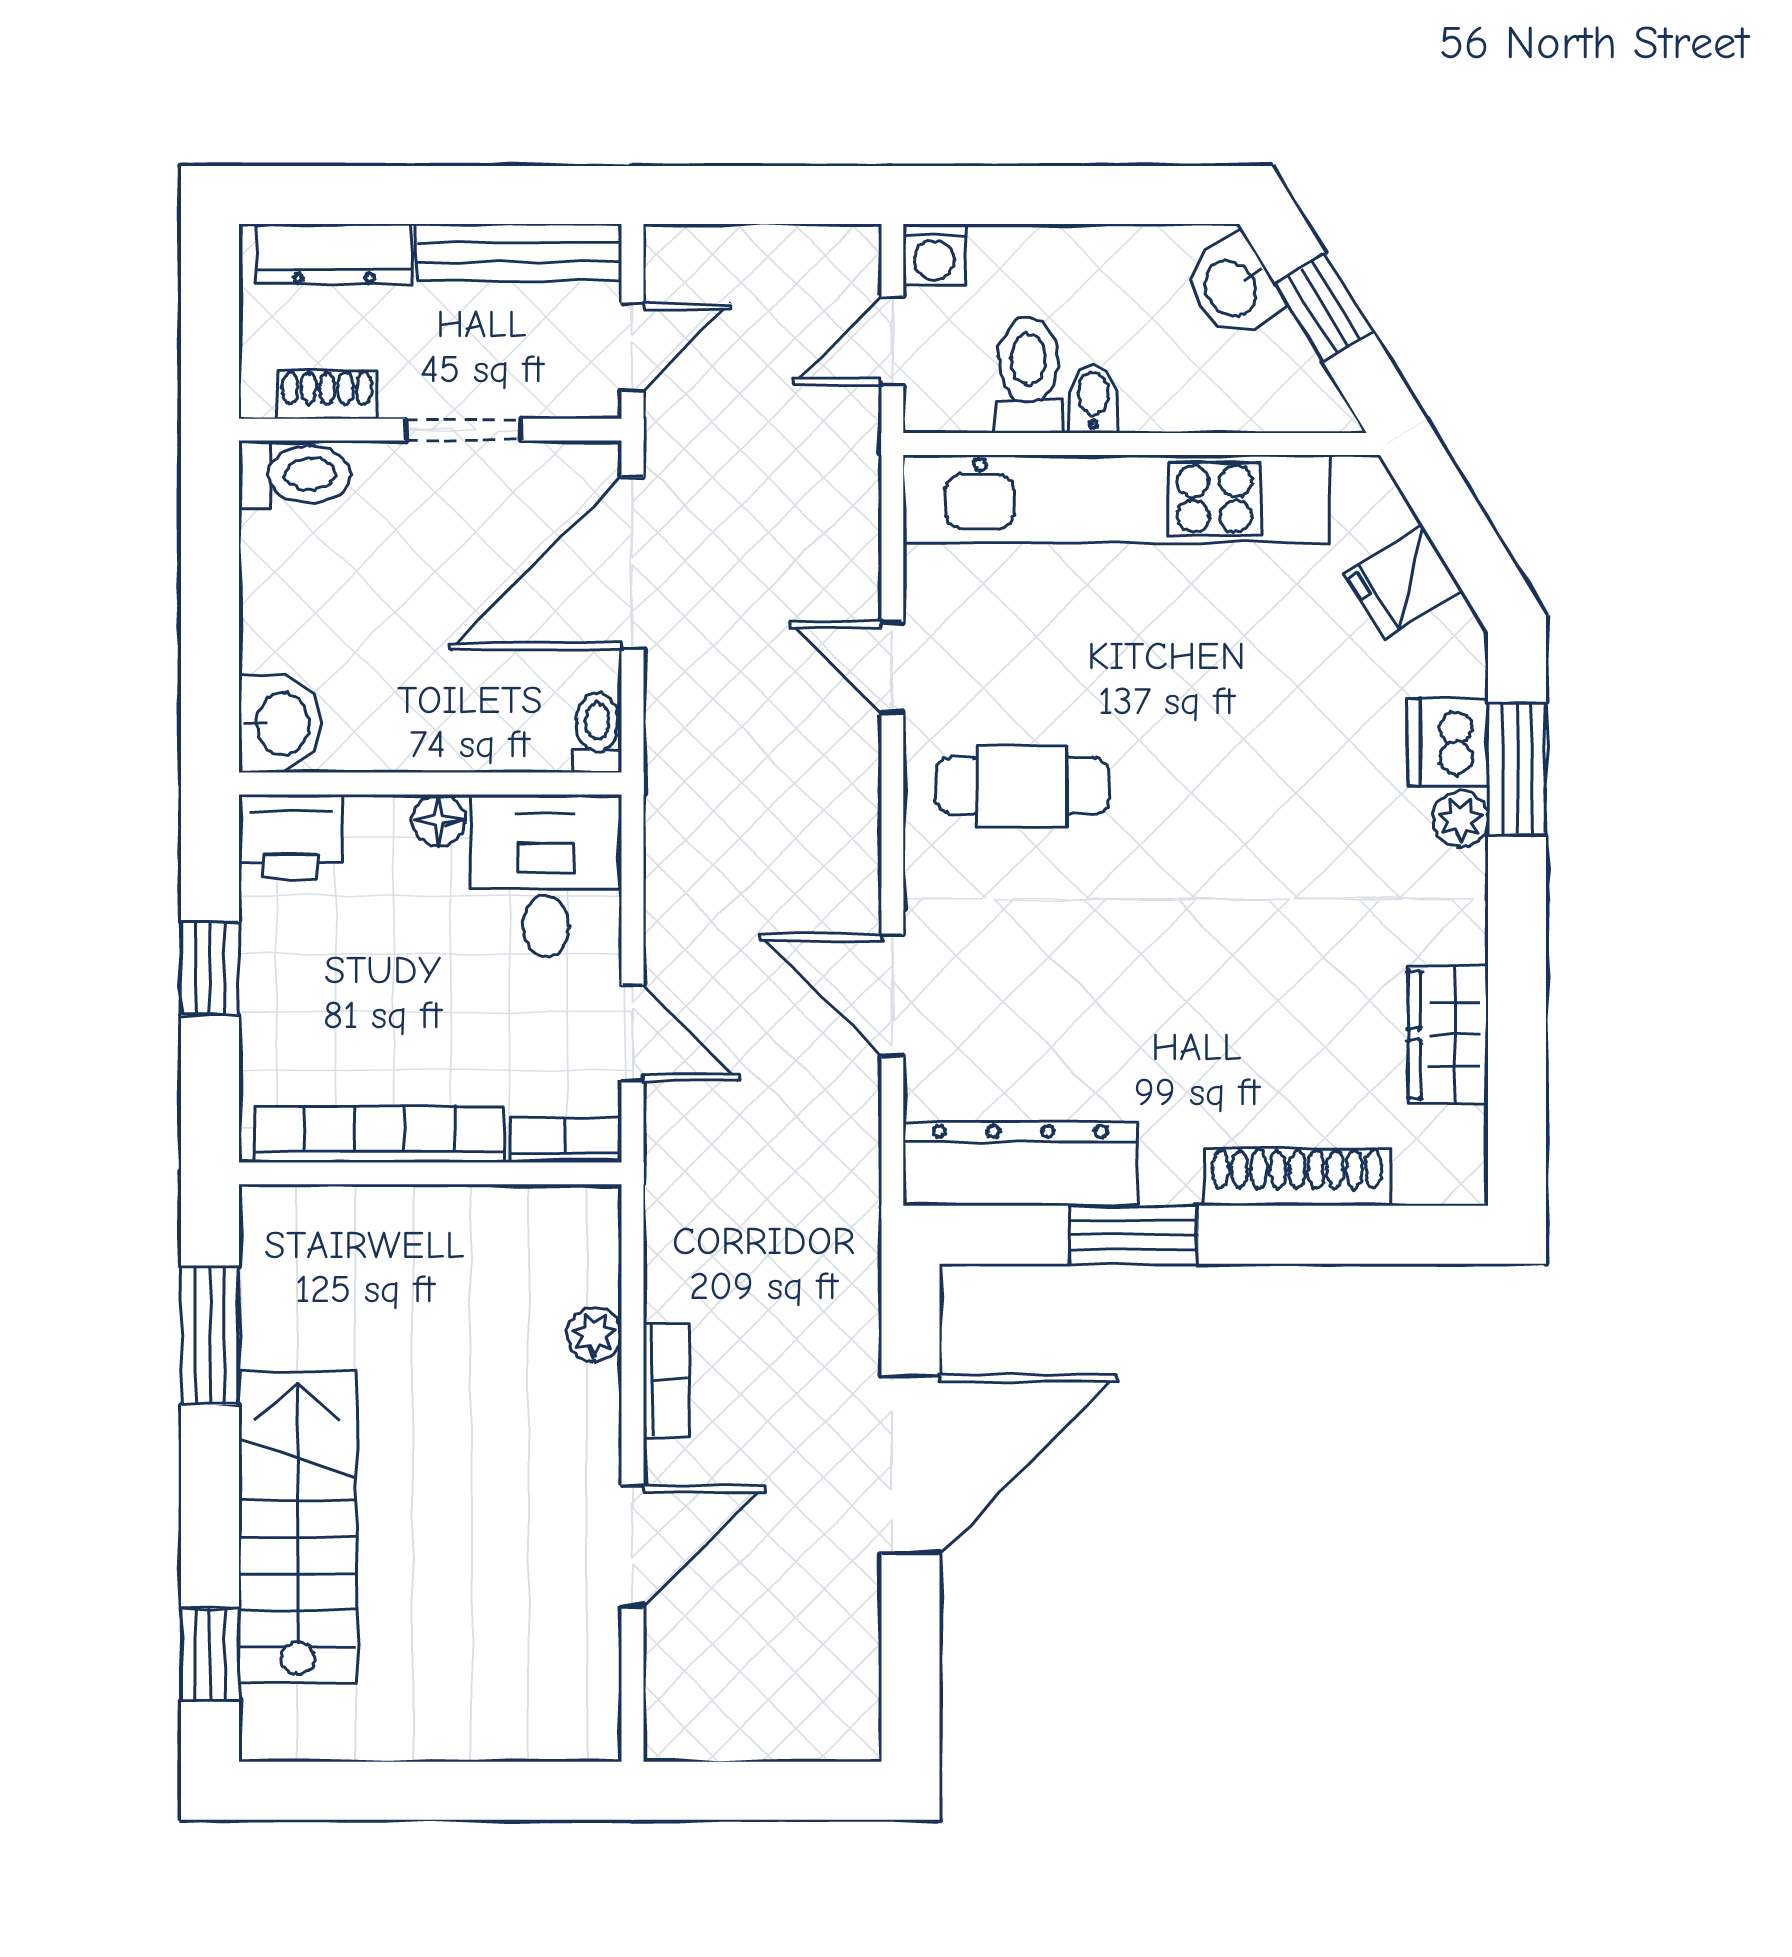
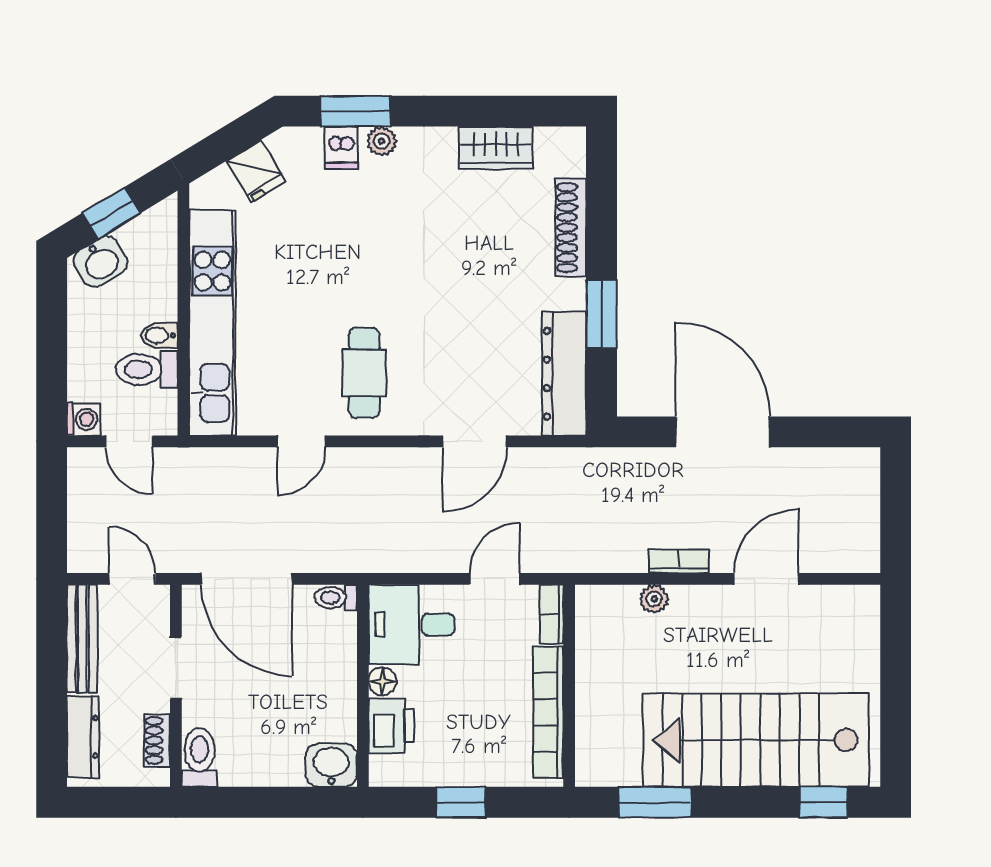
dishwasher: (1448, 742) -> (341, 148), width x0.73
printer: (291, 837) -> (391, 726), moved
stairs: (298, 1527) -> (756, 740), width x1.36, depth x1.51
door: (632, 1546) -> (766, 579), hinge flipped

